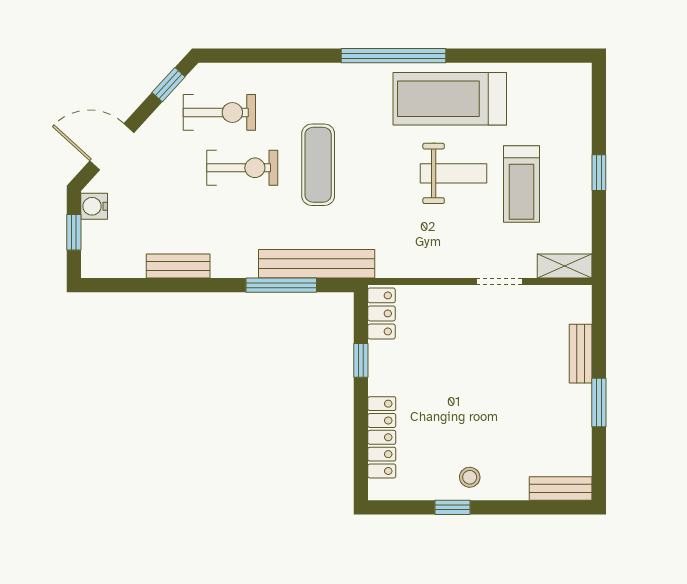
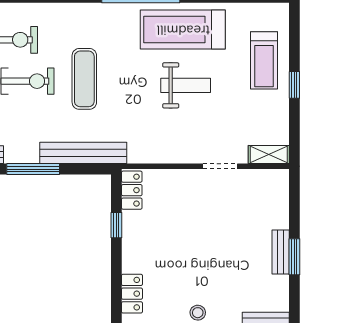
treadmill: (522, 184) -> (264, 60), moved
window: (281, 285) -> (33, 169), moved
bench: (581, 354) -> (281, 252), moved
locker: (382, 437) -> (132, 294), width x0.66

